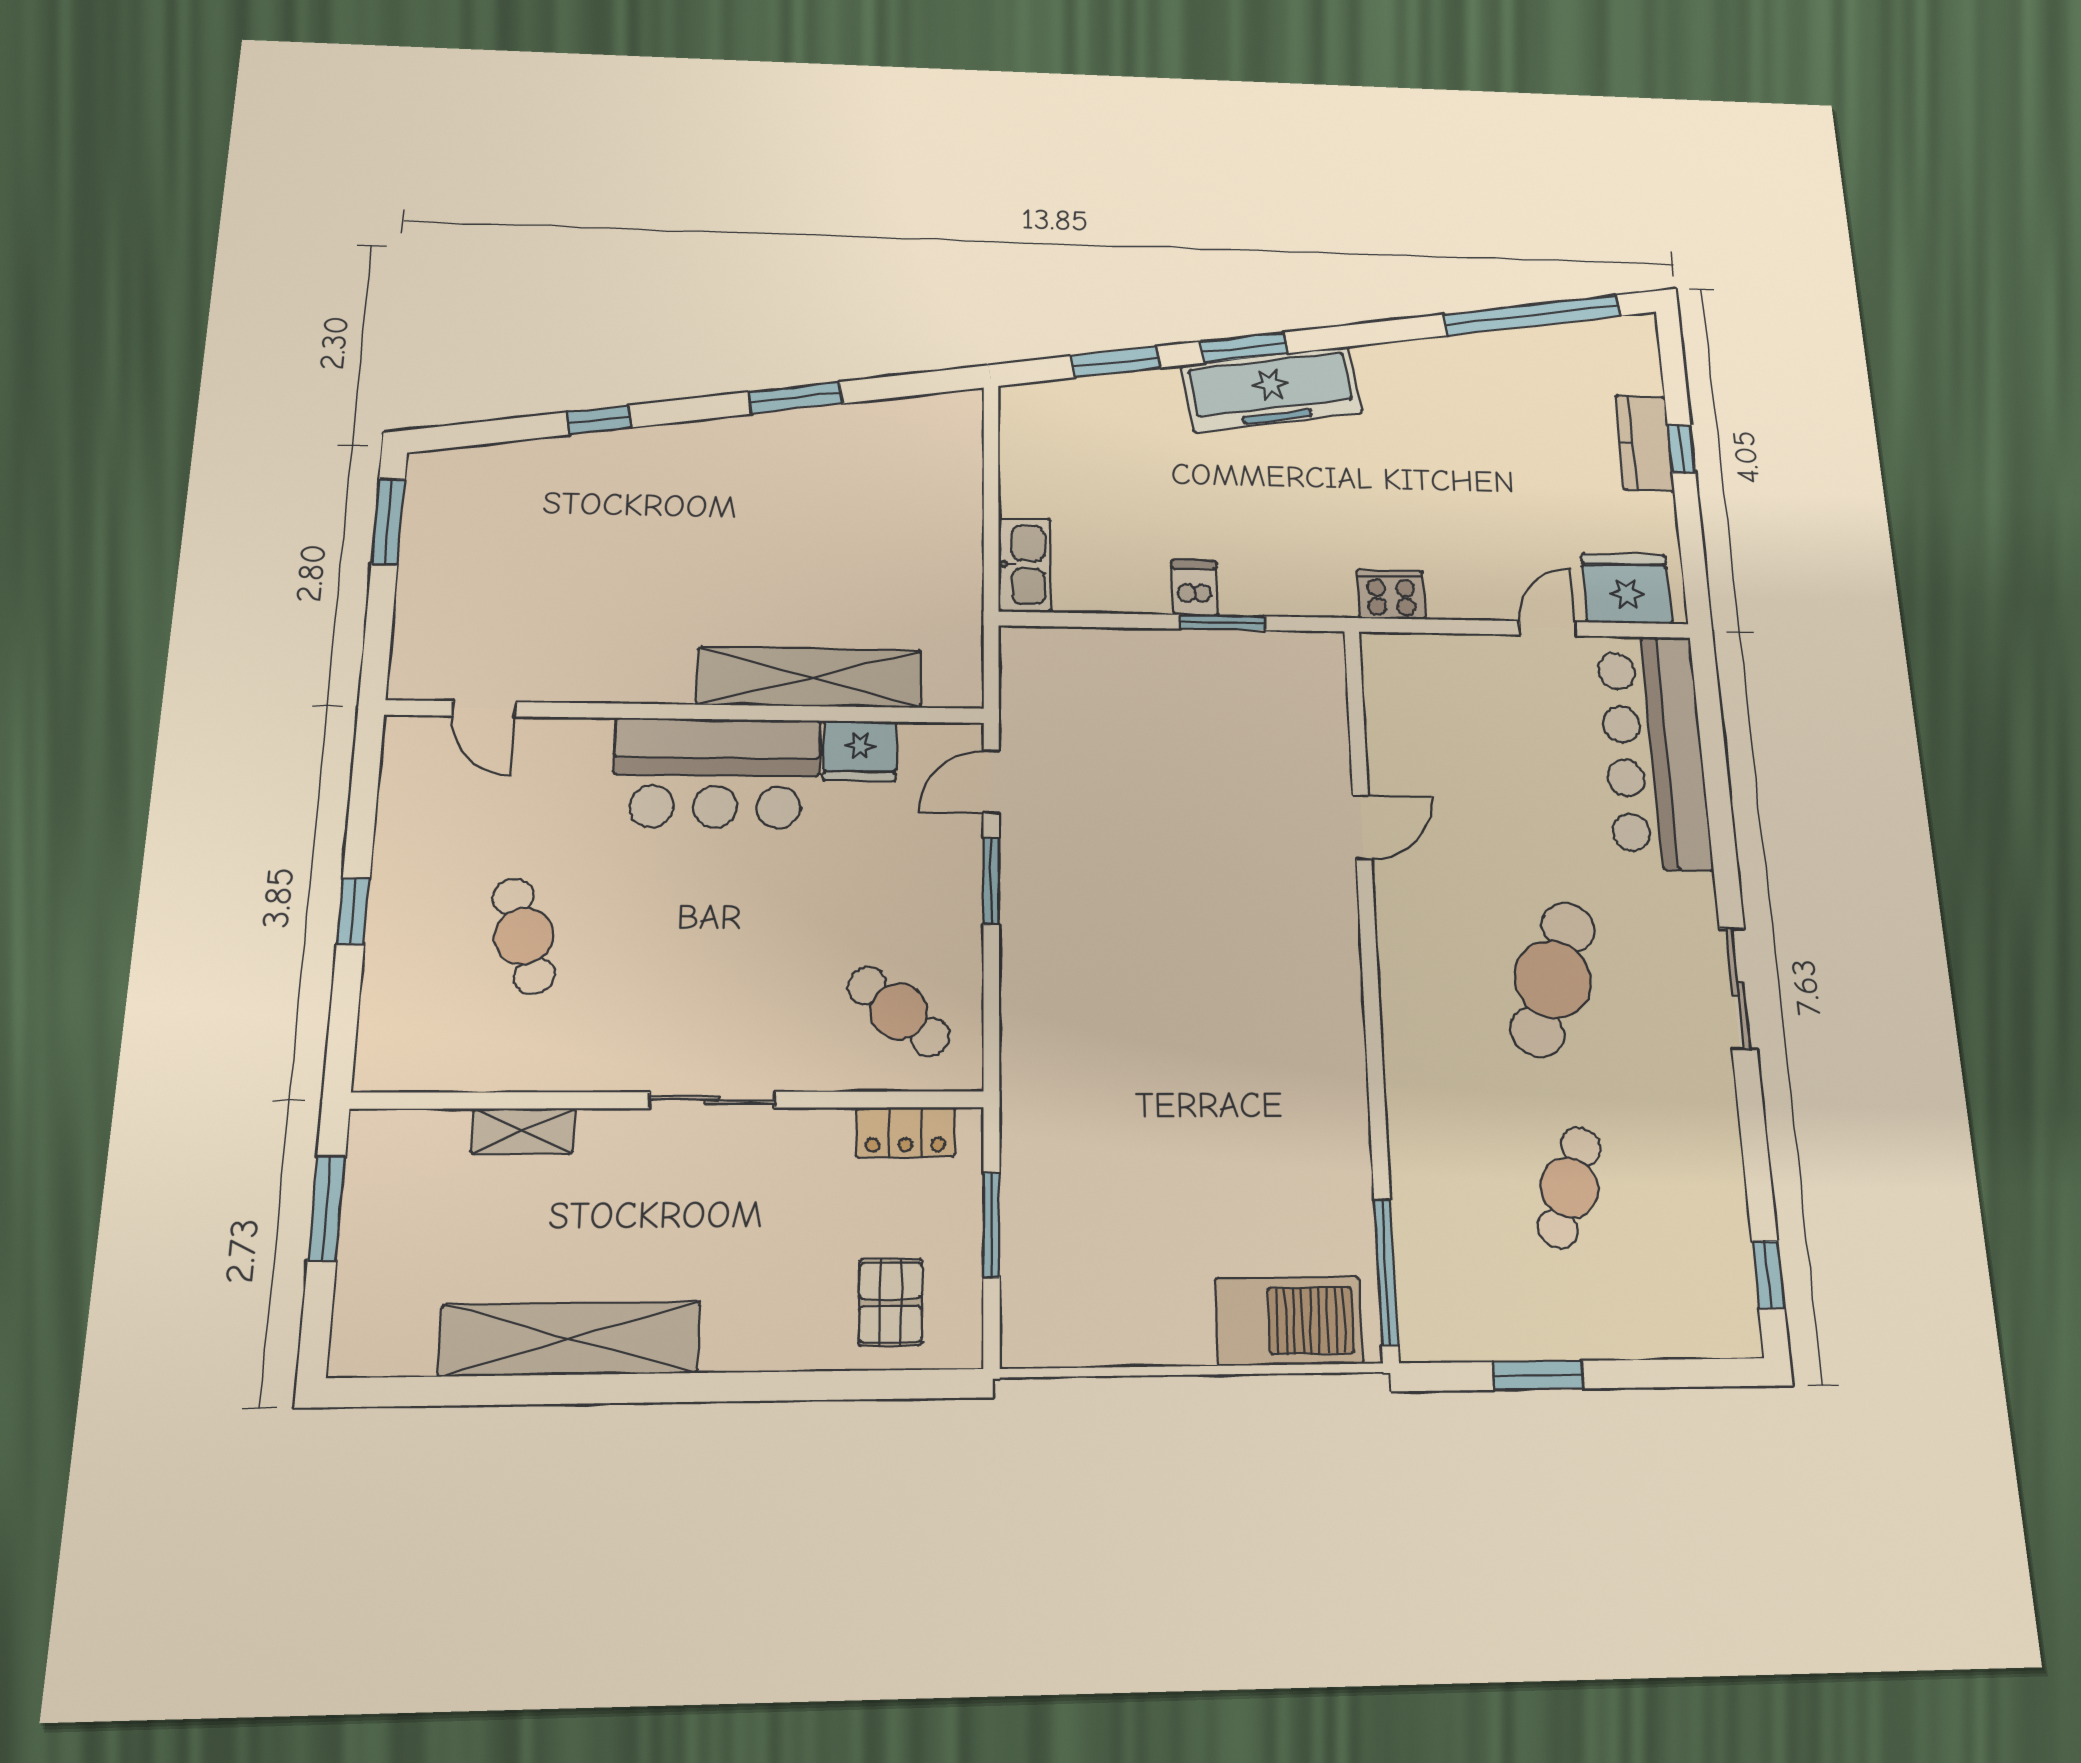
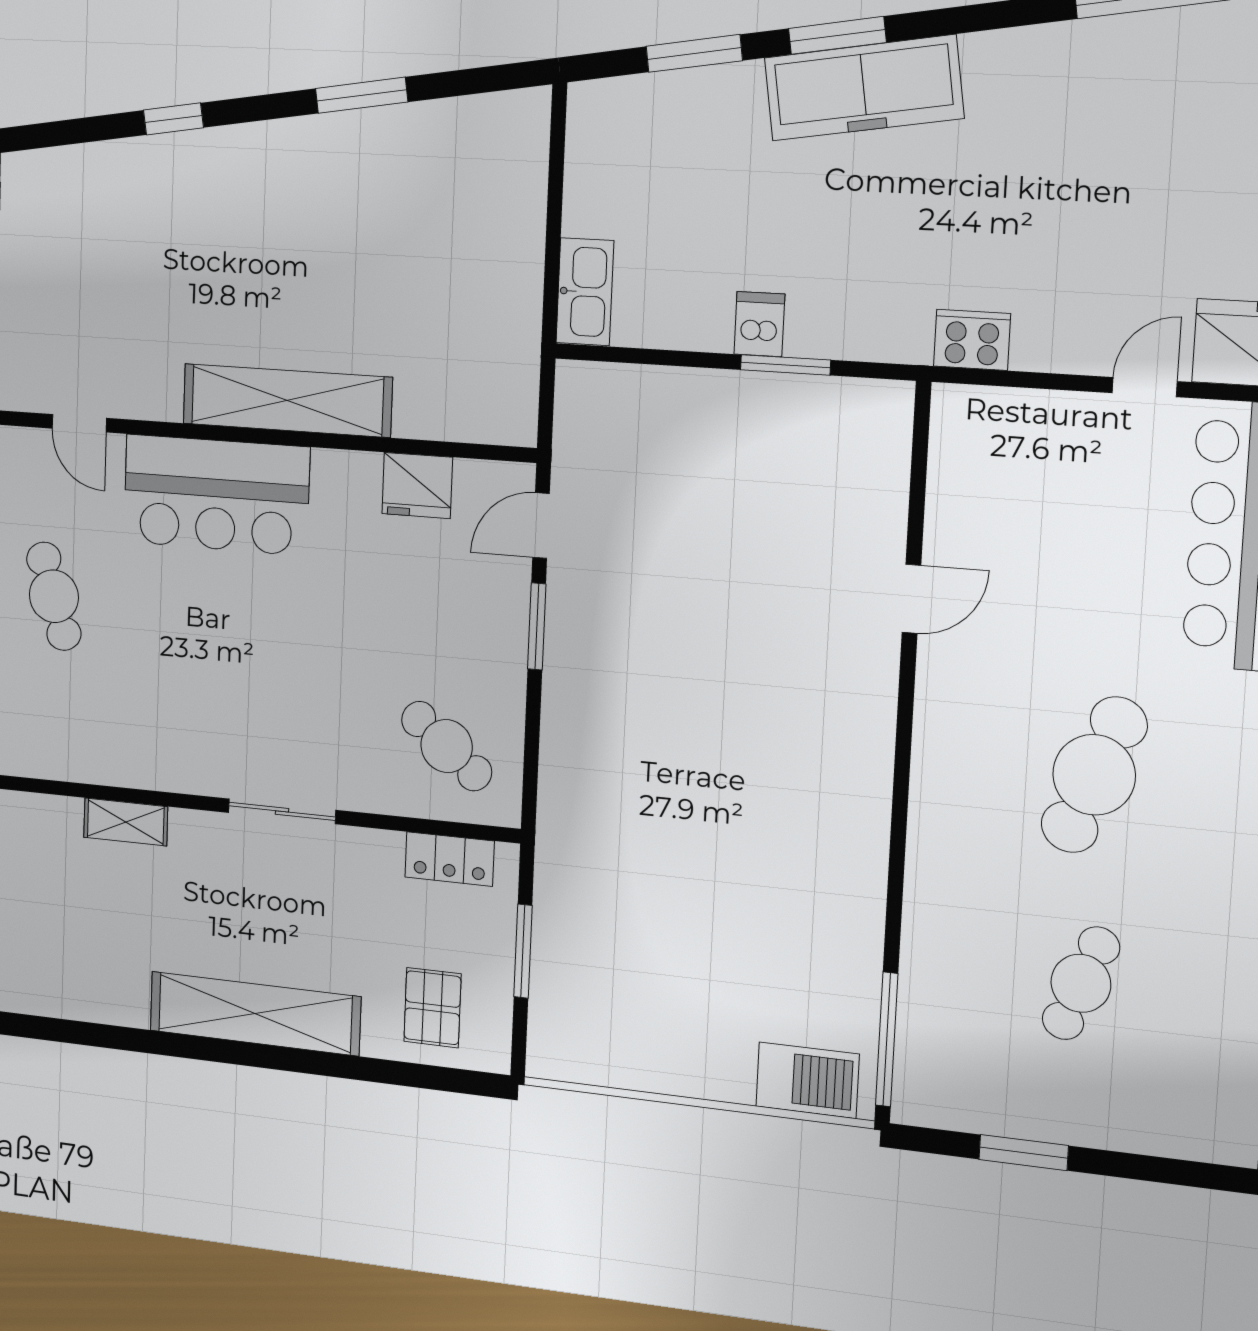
shelving: (810, 677) -> (287, 400), moved
bar counter: (716, 773) -> (216, 495), moved
cafe table: (524, 936) -> (54, 596), moved
barbecue: (1289, 1321) -> (807, 1080), width x0.73, depth x0.83
shelving: (570, 1339) -> (255, 1014), moved

